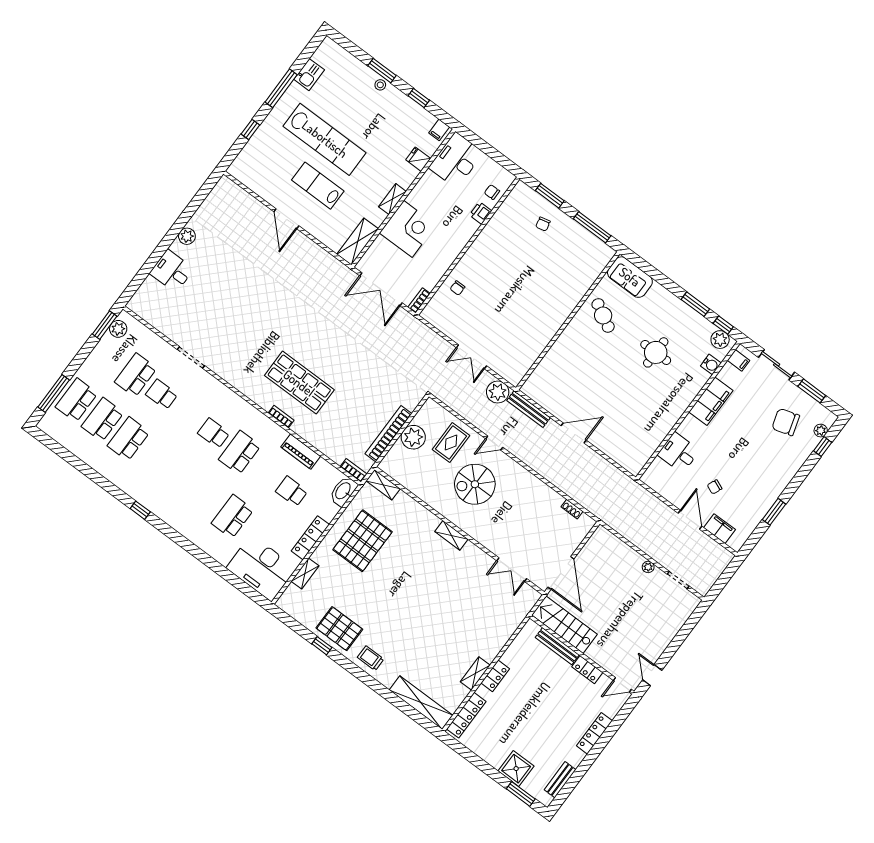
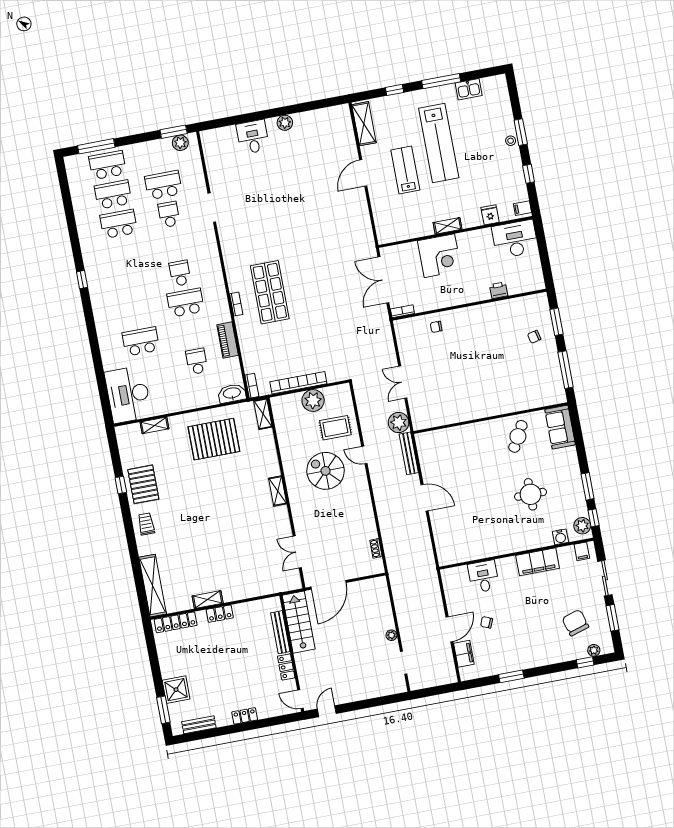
chair: (492, 192) -> (519, 283), removed
shelving: (358, 242) -> (364, 124), moved, turned 90
locker: (310, 538) -> (180, 405), removed
locker: (594, 733) -> (245, 716), width x0.66

